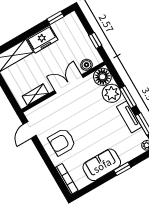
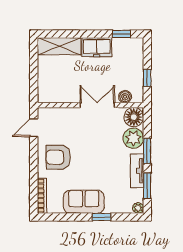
shelving: (35, 95) -> (59, 97), removed

